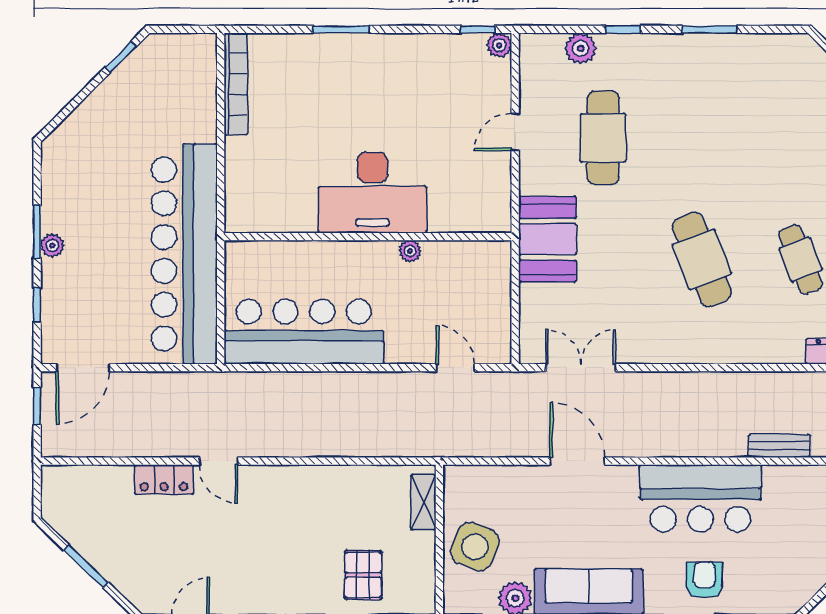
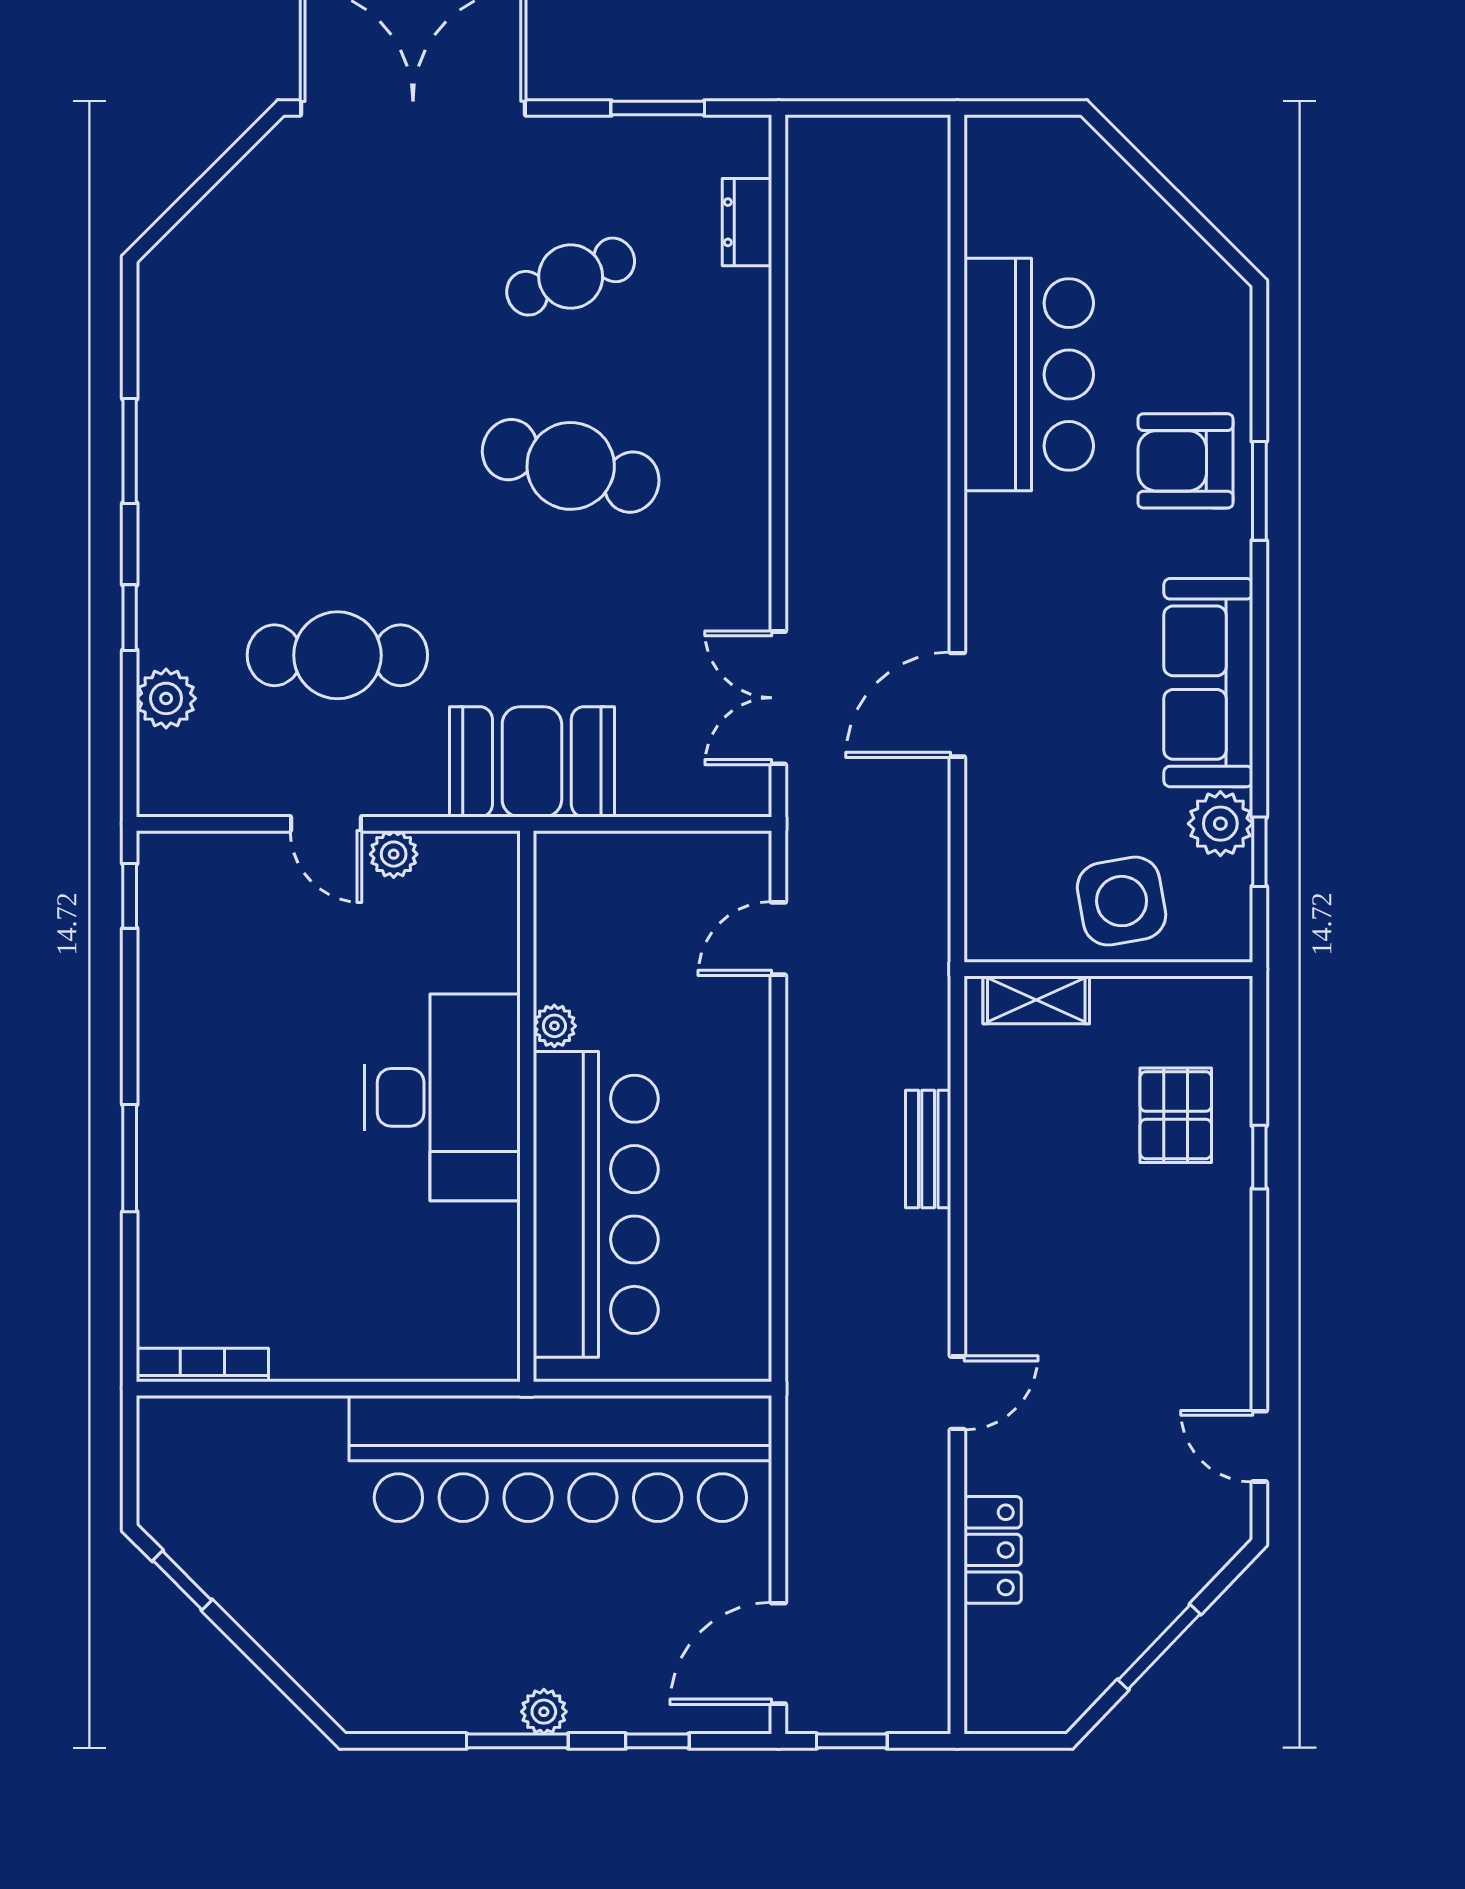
plant: (499, 45) -> (394, 854), moved
bookcase: (236, 84) -> (202, 1365), width x0.68, depth x0.76
cafe table: (702, 259) -> (571, 466), turned 36
bar counter: (304, 332) -> (596, 1204), moved, turned 180
door: (83, 368) -> (778, 1653), swing flipped
bench: (779, 446) -> (928, 1149), moved
locker: (164, 479) -> (993, 1550), moved
bar counter: (700, 498) -> (1029, 375), moved
side table: (475, 547) -> (1122, 901), turned -31
pallet: (363, 575) -> (1176, 1115), turned 90
armchair: (704, 580) -> (1185, 461), width x1.38, depth x1.38

